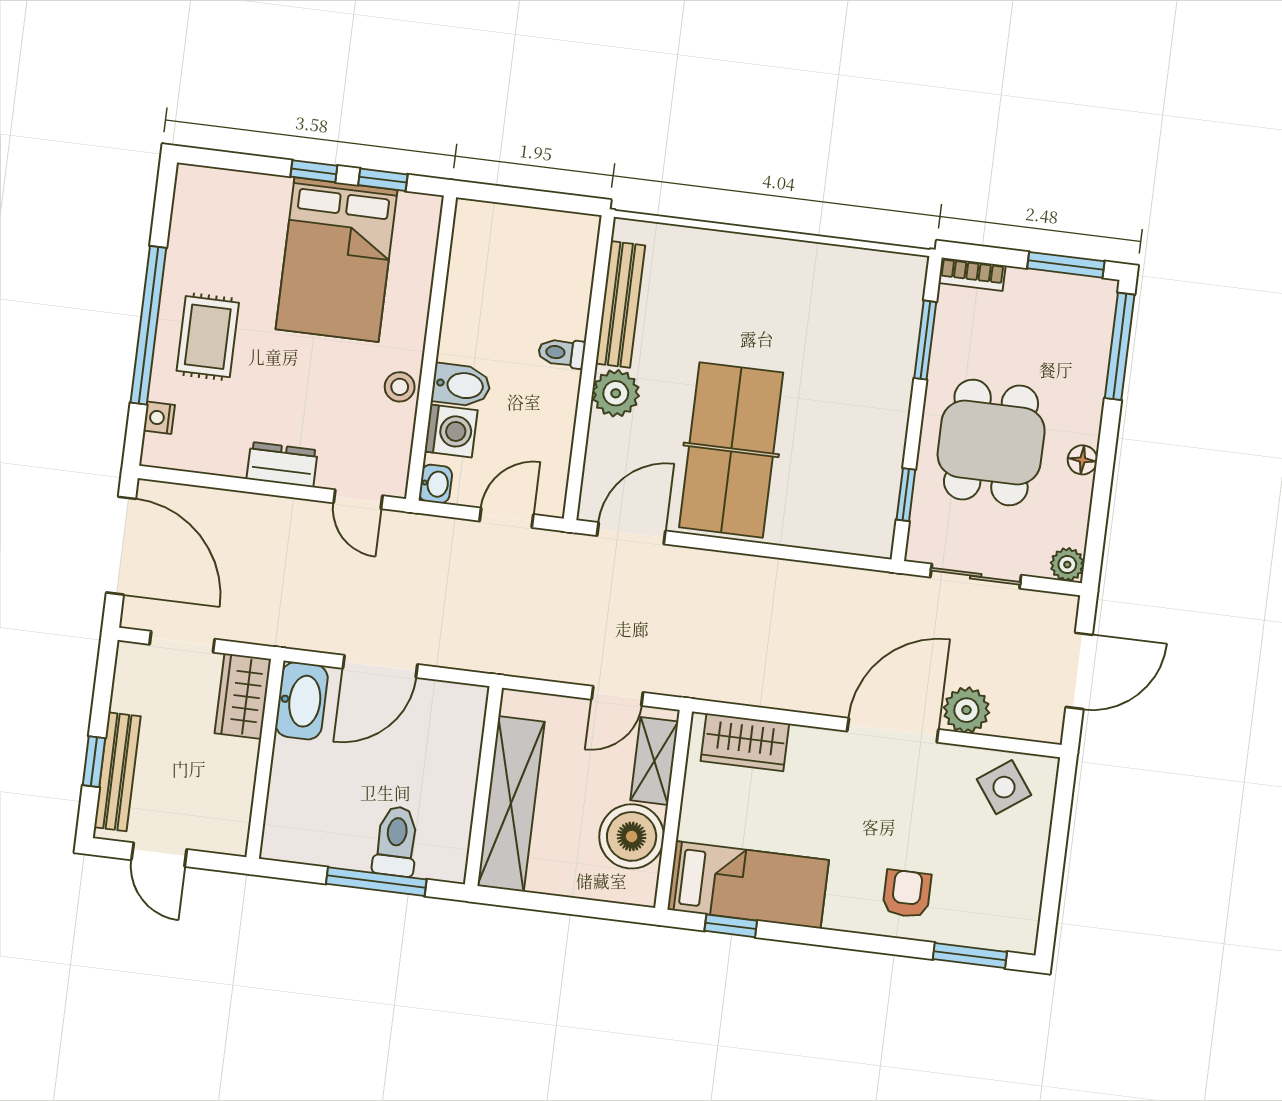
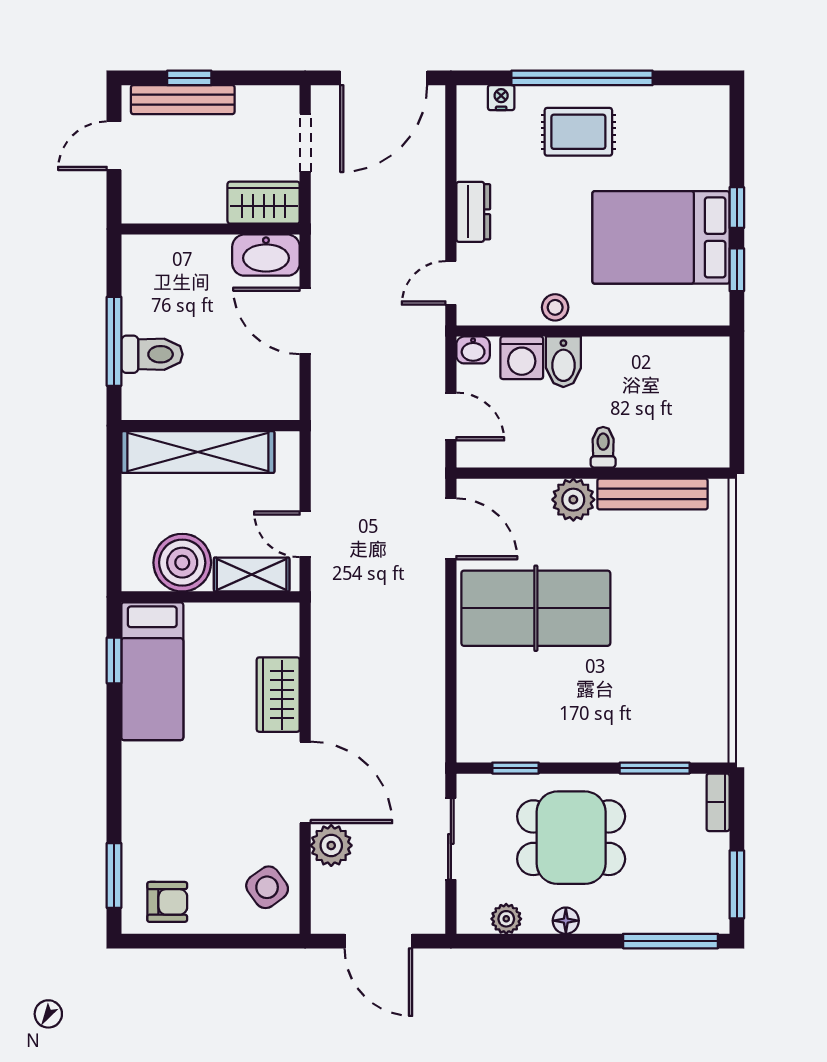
plant: (1067, 565) -> (506, 919), moved
wardrobe: (745, 742) -> (278, 695), moved
armchair: (907, 894) -> (167, 902), moved

